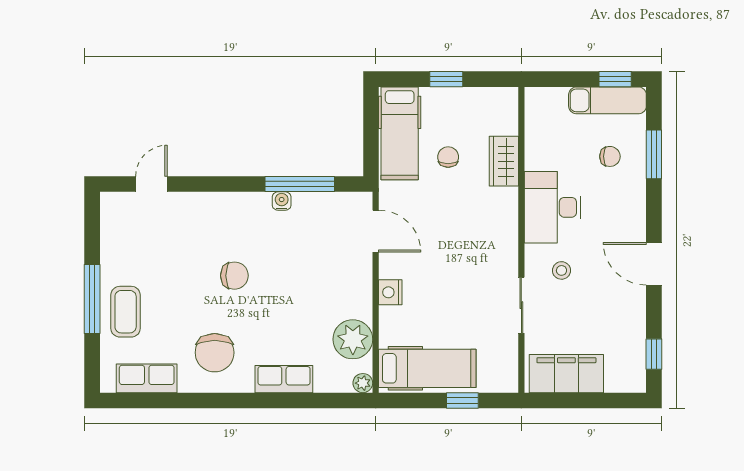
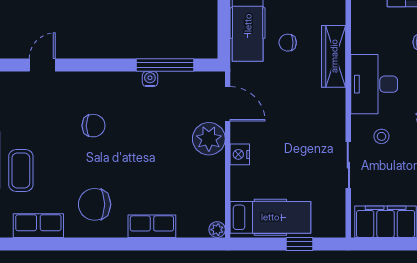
chair: (448, 157) -> (288, 43), turned -90
wardrobe: (504, 161) -> (334, 56), width x1.50
chair: (234, 276) -> (94, 126), moved
plant: (353, 339) -> (209, 139), moved
chair: (215, 353) -> (95, 204), turned 90

